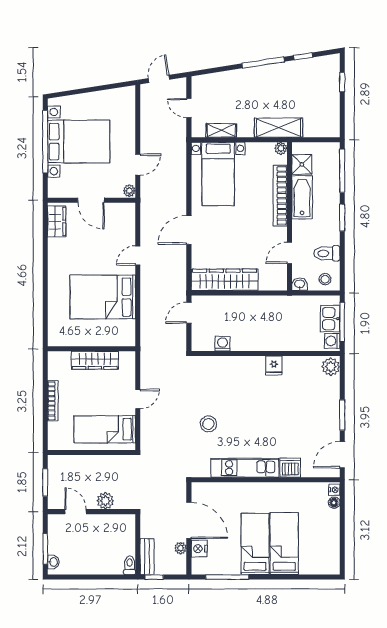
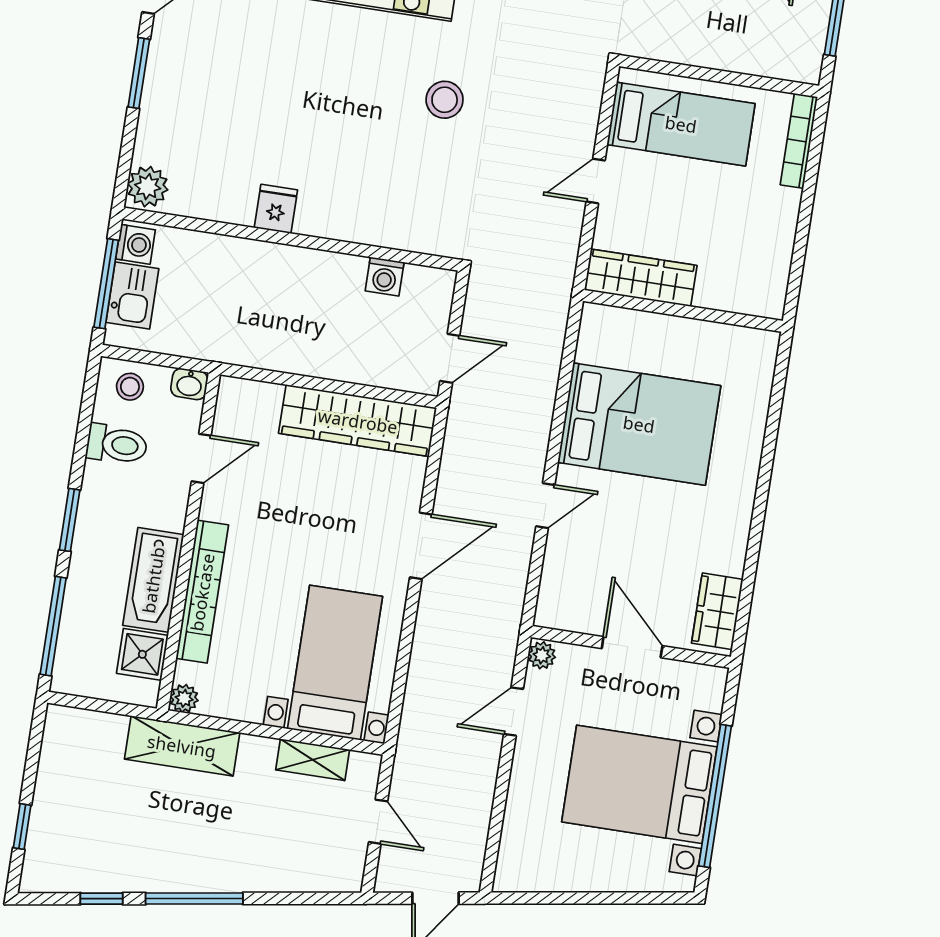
wardrobe: (95, 360) -> (641, 278), moved
bookcase: (53, 401) -> (799, 141), moved

